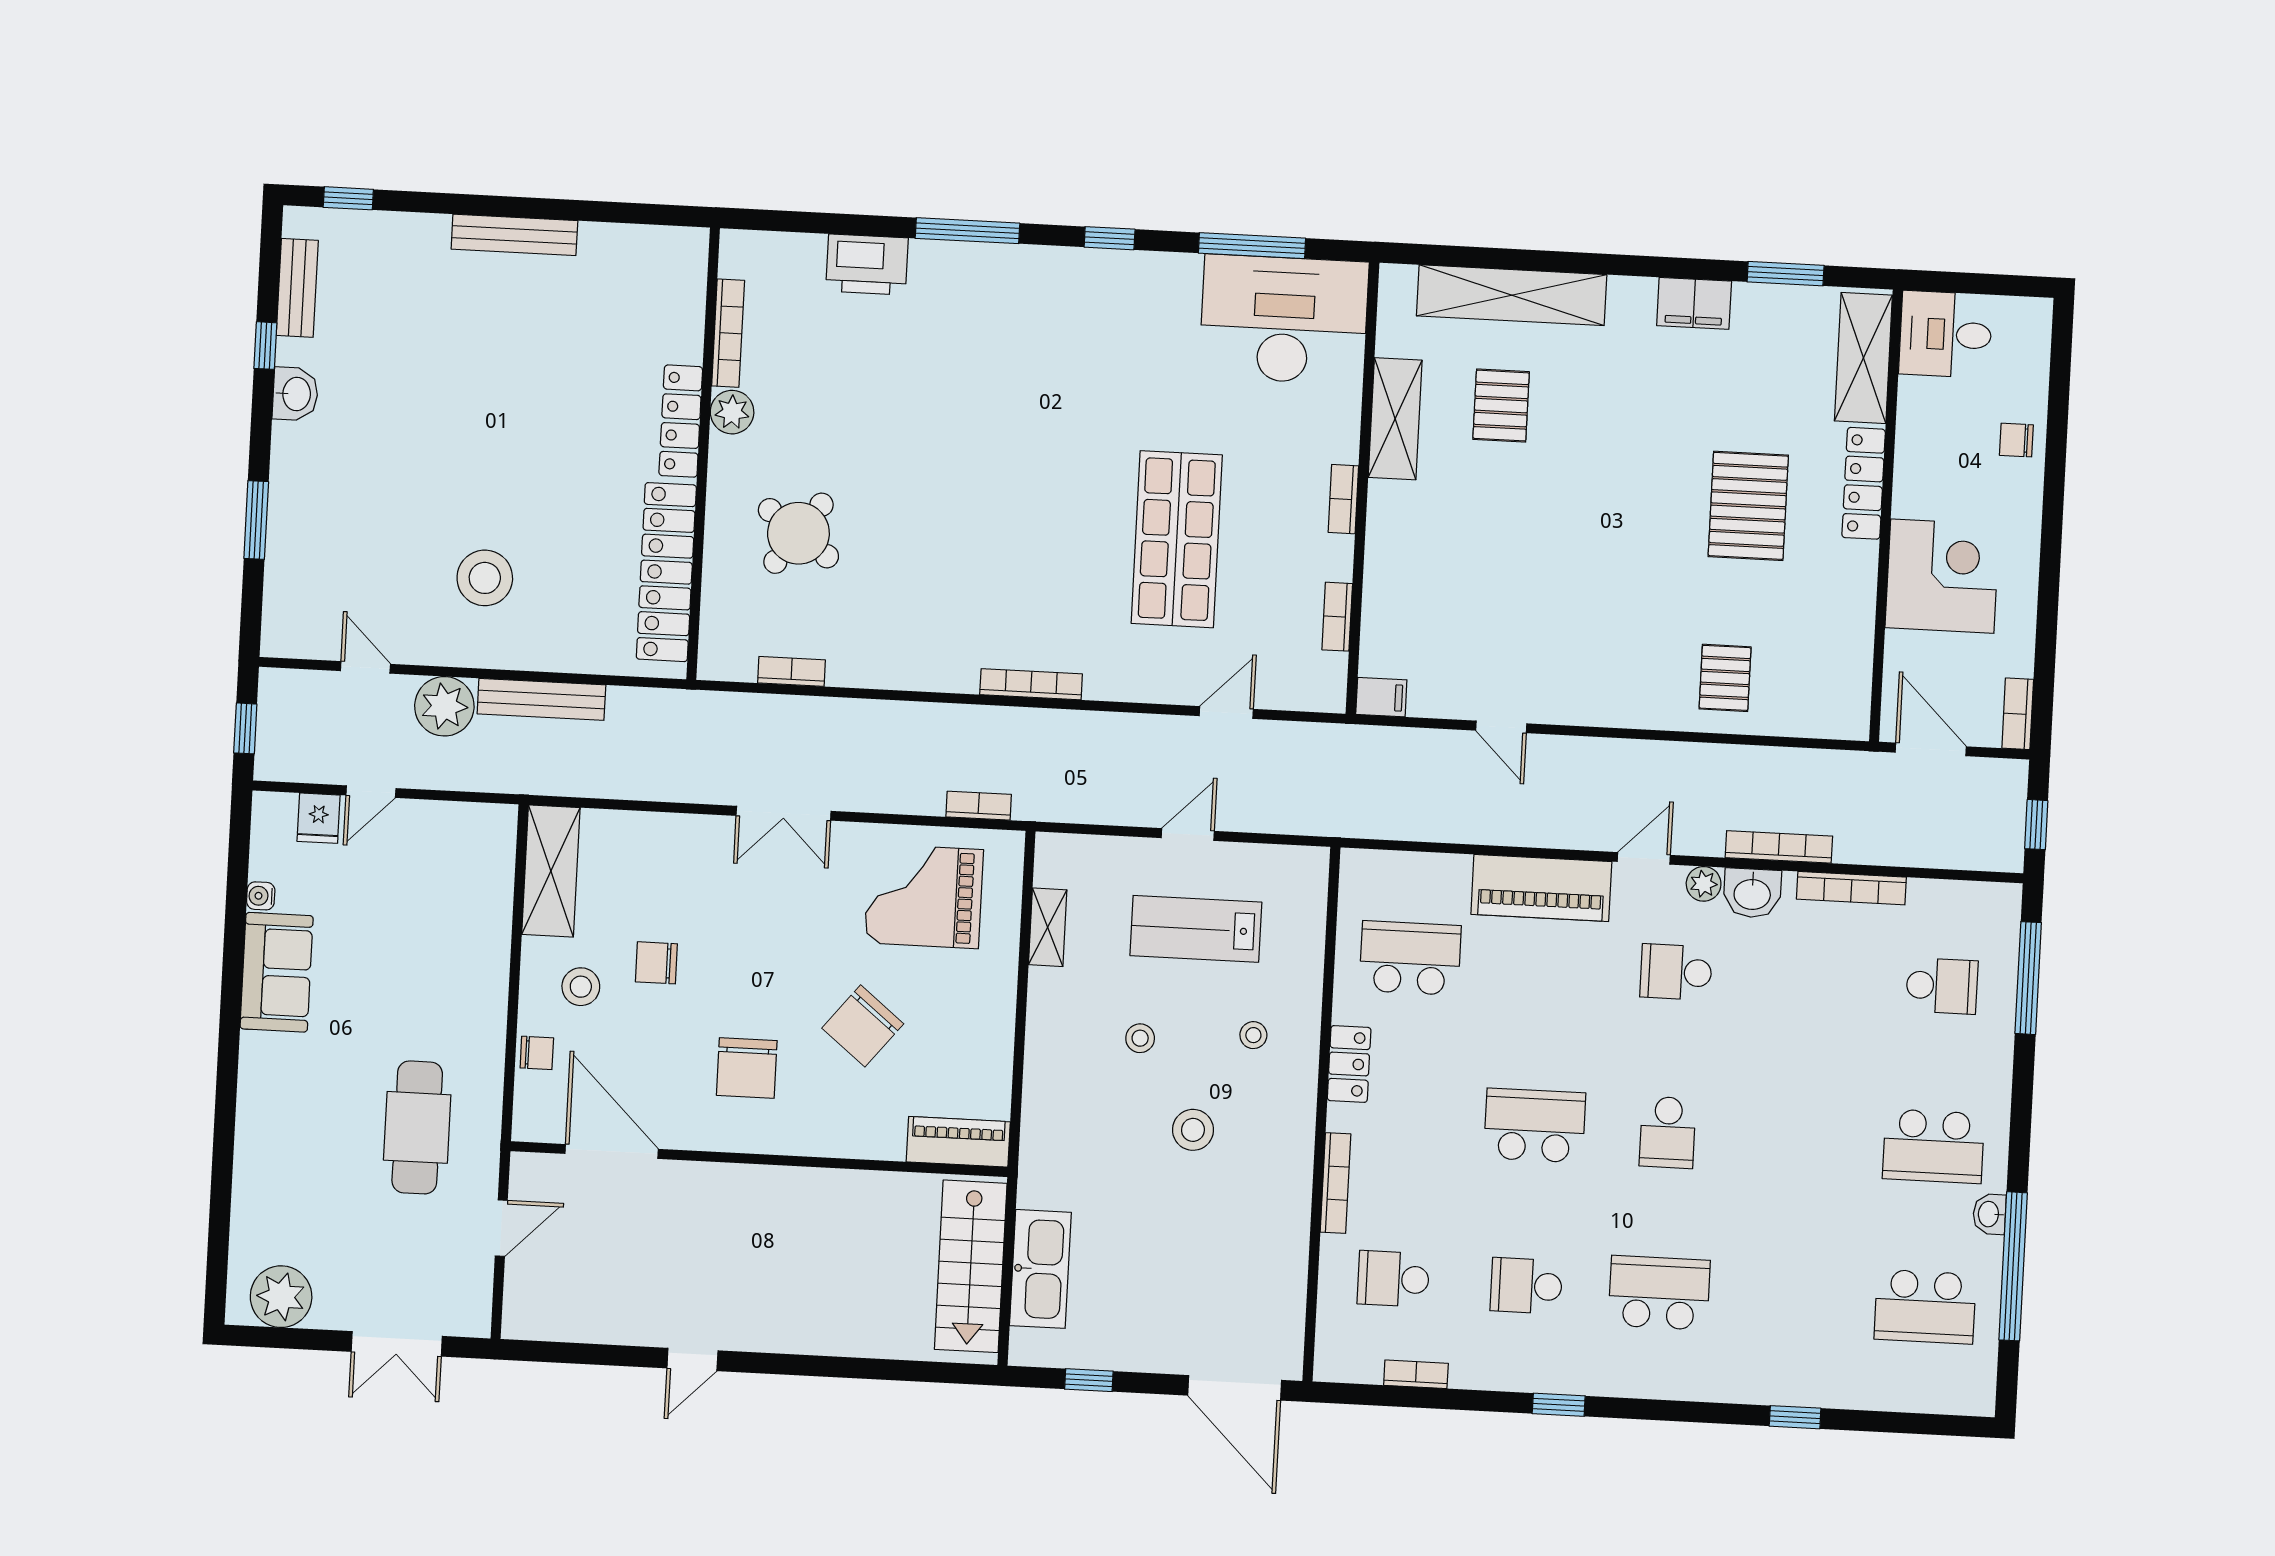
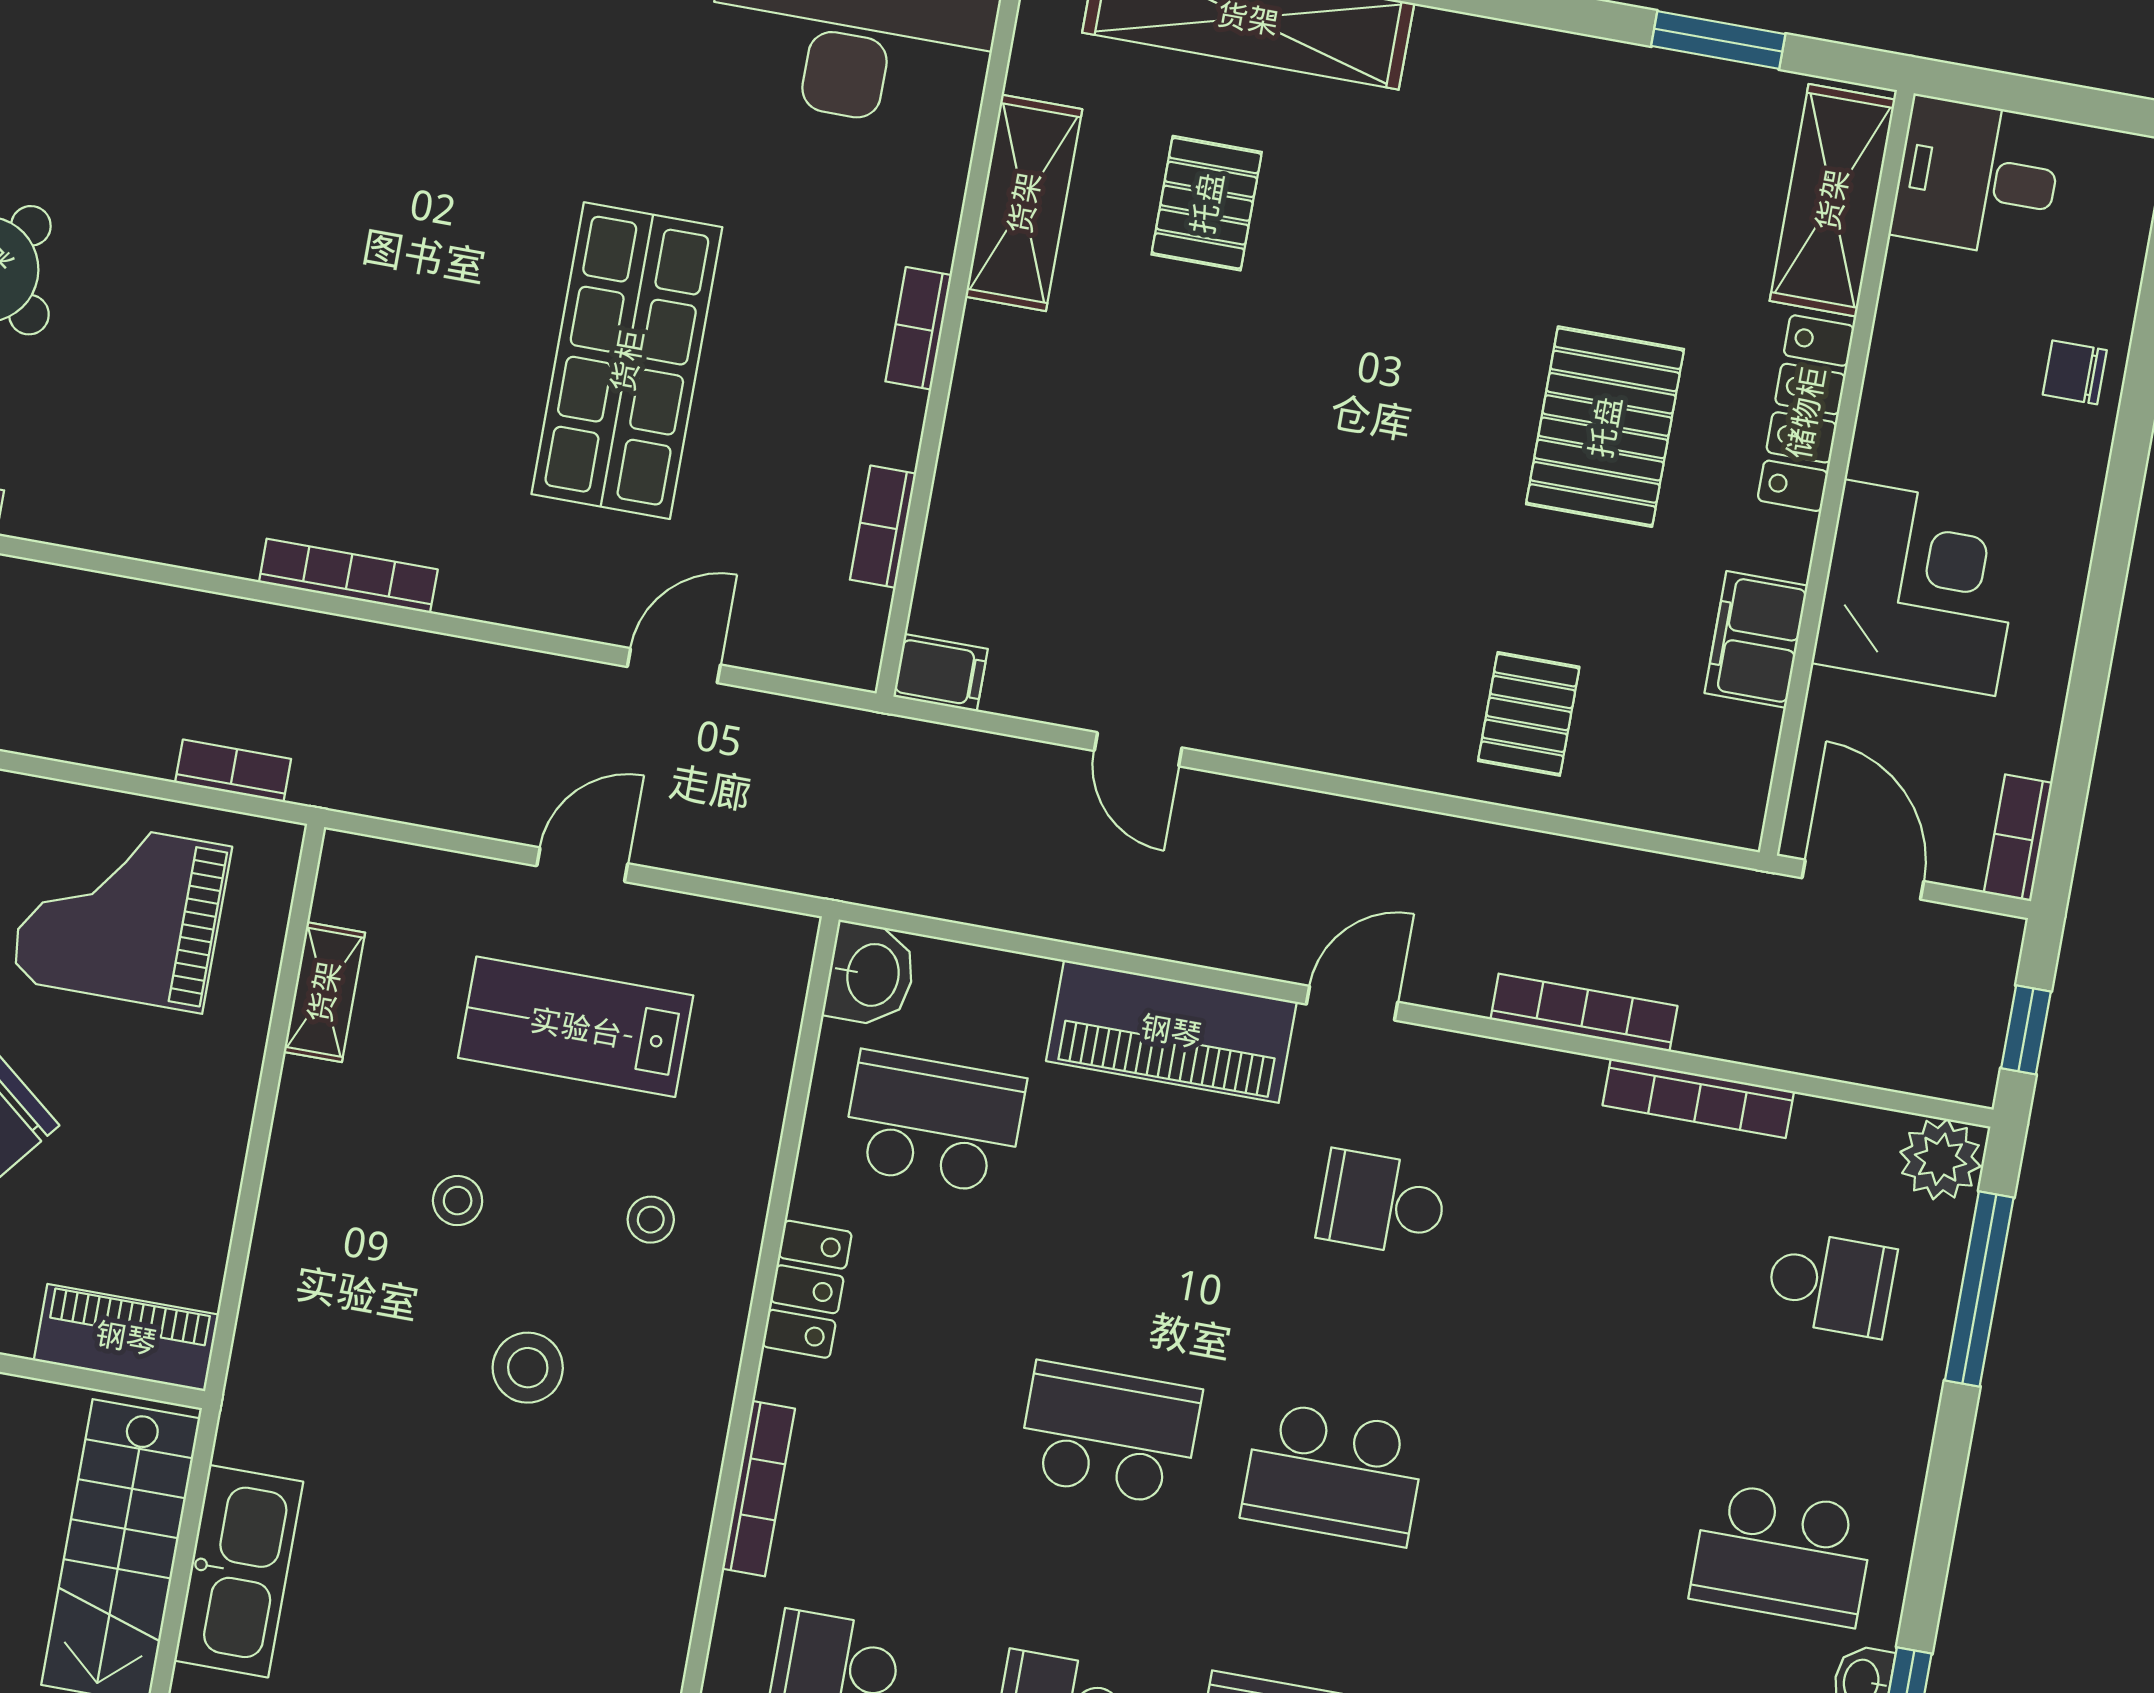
filing cabinet: (1694, 303) -> (1756, 639), moved, turned 90
plant: (1704, 884) -> (1940, 1159), moved, width x1.38, depth x1.38
washbasin: (1752, 893) -> (871, 974), moved, turned -90
school desk: (1668, 1132) -> (1334, 1474), width x1.85

